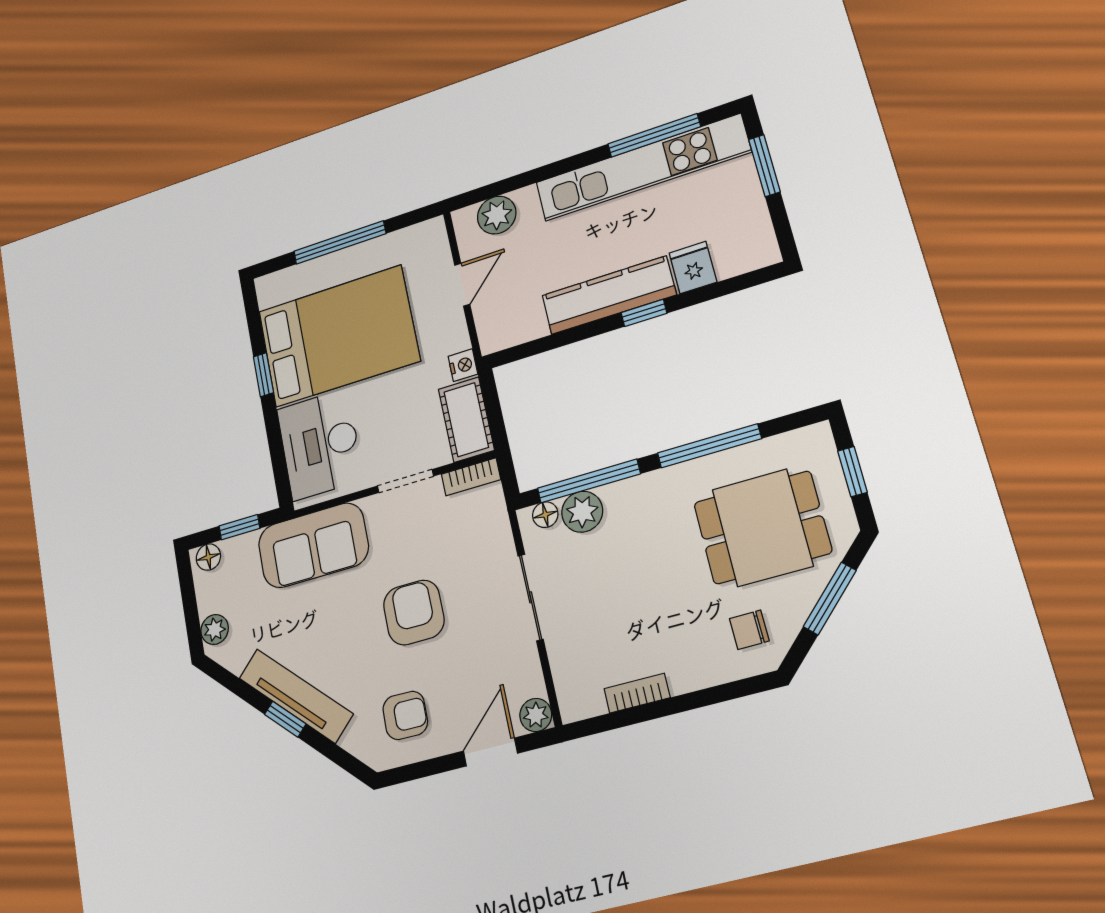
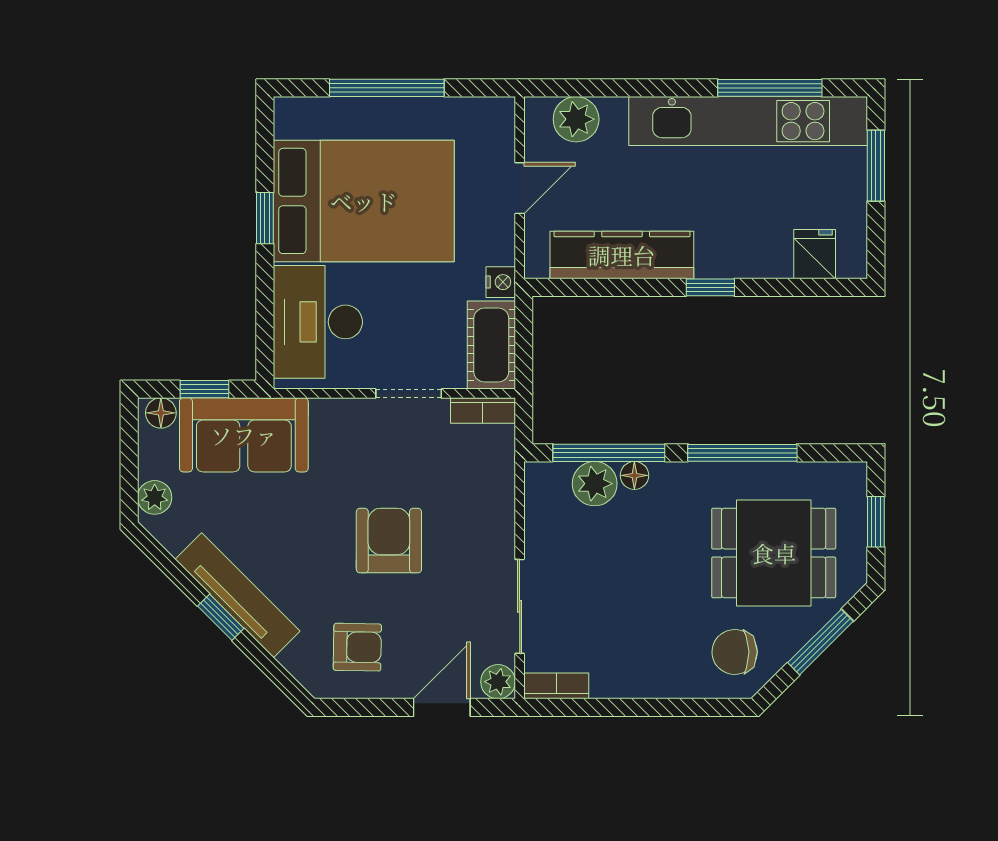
fridge: (693, 268) -> (815, 254), moved
kitchen counter: (609, 295) -> (622, 255), moved
floor lamp: (545, 515) -> (634, 475), moved
sofa: (313, 545) -> (244, 435), moved
sliding door: (531, 597) -> (520, 606), moved
chair: (749, 630) -> (735, 652), width x1.37, depth x1.37
bookcase: (637, 693) -> (556, 686), moved

